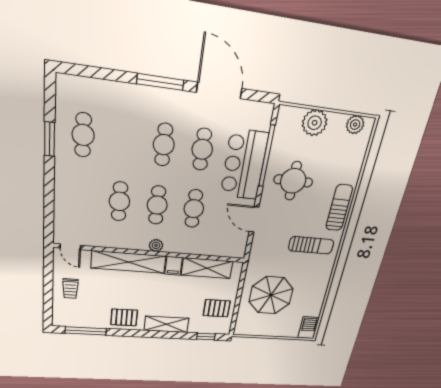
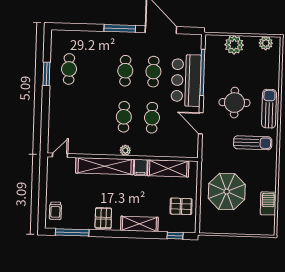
round table: (293, 181) -> (234, 103), moved
cafe table: (119, 201) -> (96, 116), removed
door: (70, 247) -> (60, 155), swing flipped
trolley: (70, 288) -> (55, 211), moved
pallet: (124, 317) -> (103, 218), turned 90
barbecue: (308, 328) -> (268, 203), moved

